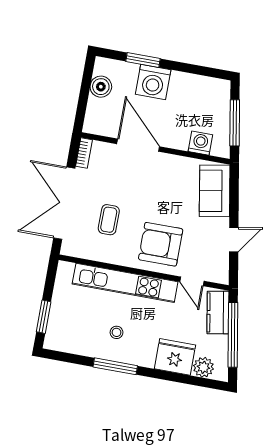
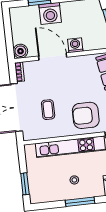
boiler: (101, 87) -> (20, 51), moved
washing machine: (200, 143) -> (75, 45), moved

